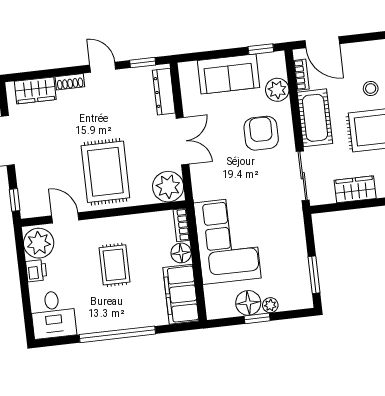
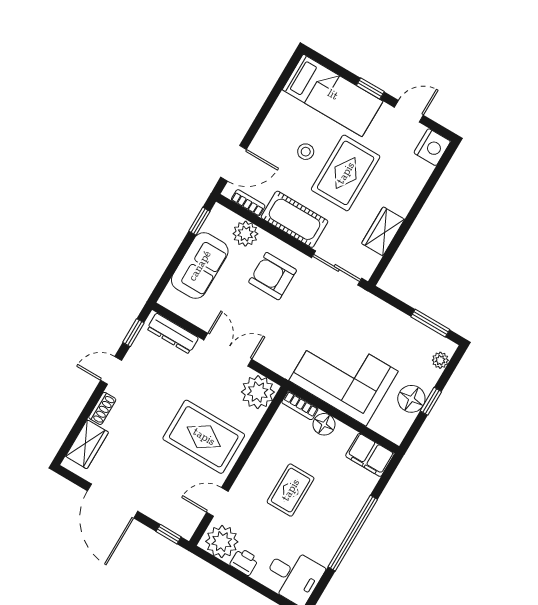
rug: (114, 265) -> (291, 490), turned 90
filing cabinet: (181, 294) -> (370, 455), width x0.67, depth x0.86
plant: (270, 305) -> (440, 360), moved

